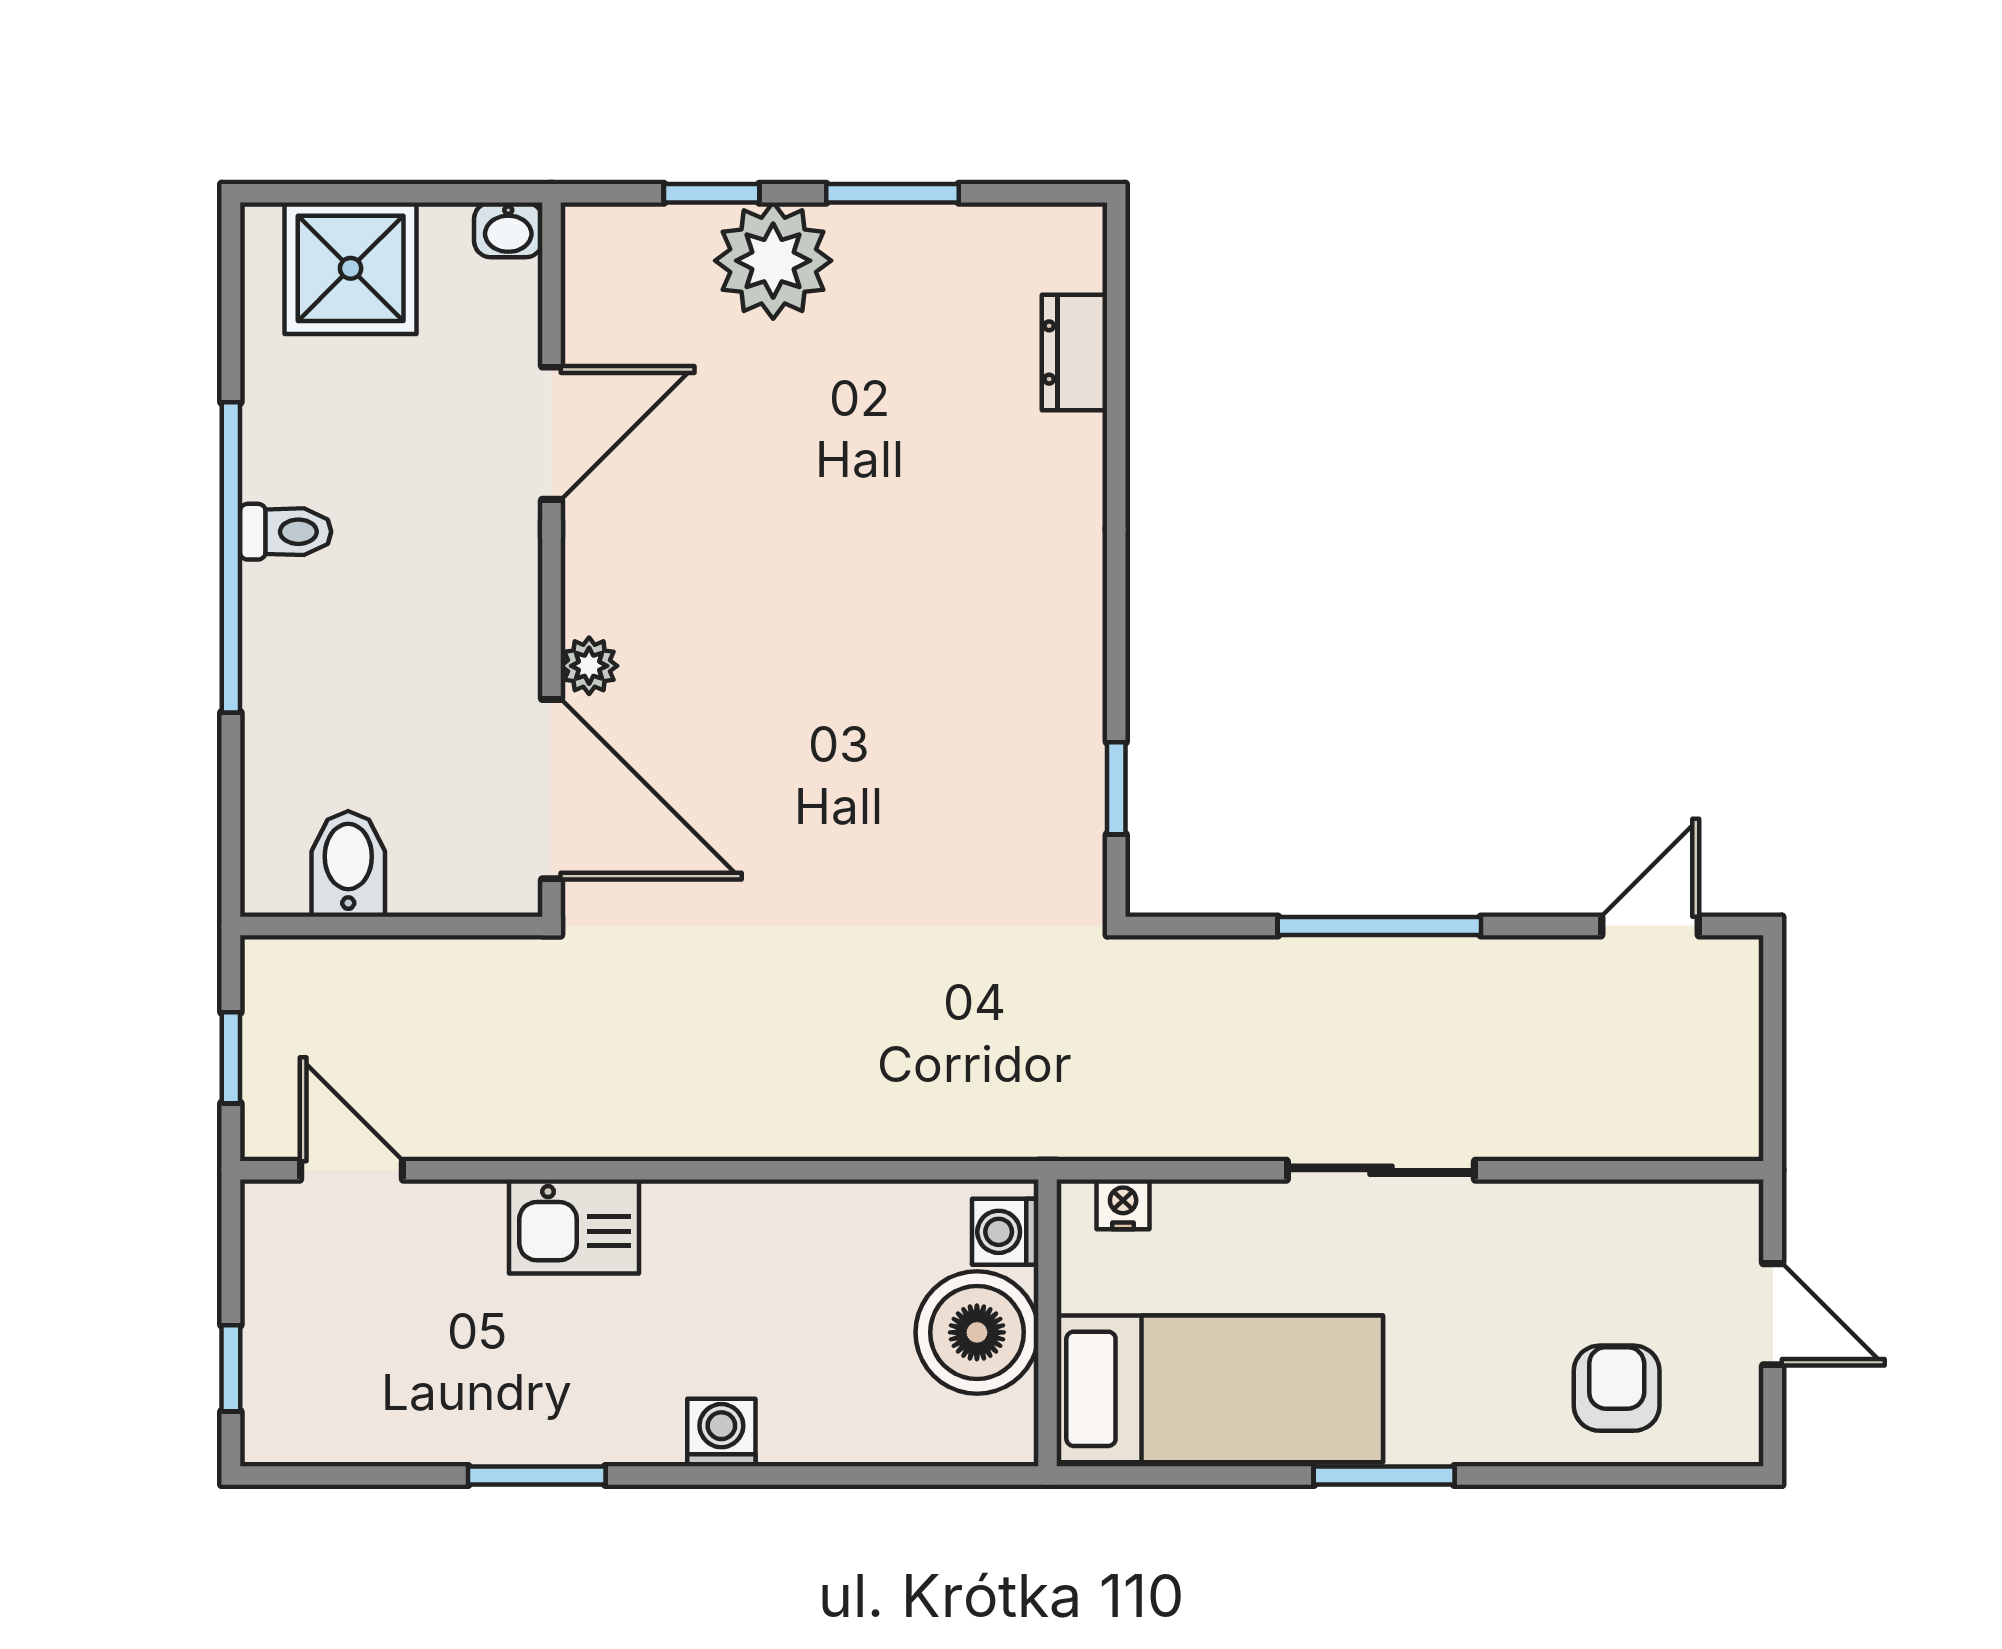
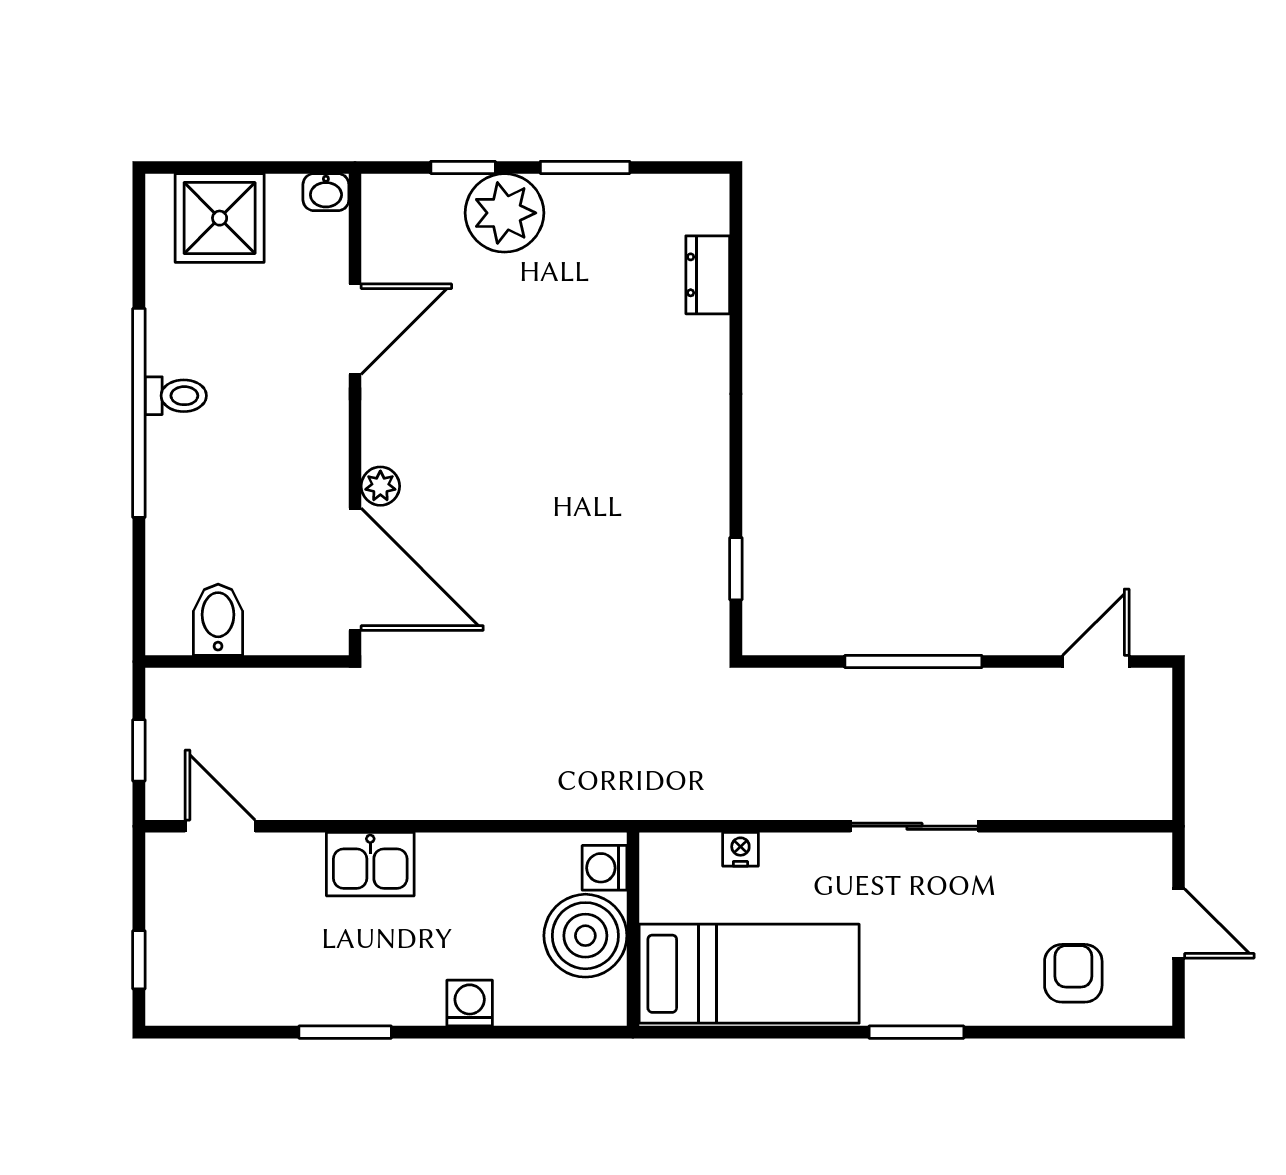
washing machine: (1005, 1232) -> (604, 868), moved
wall: (1048, 1323) -> (633, 929), moved
boiler: (977, 1332) -> (585, 936), moved
bed: (1220, 1389) -> (749, 974), moved

